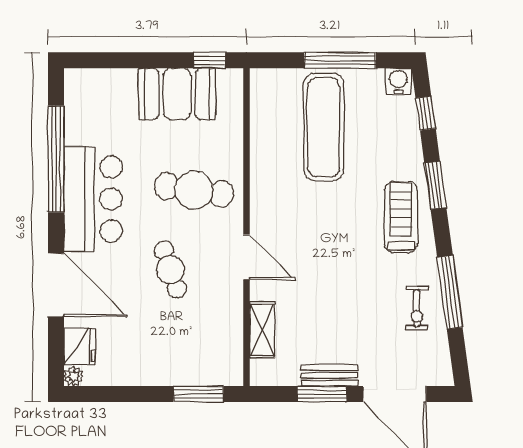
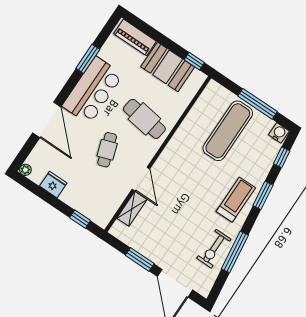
piano: (103, 83) -> (135, 37), added
window: (56, 159) -> (88, 59), width x0.47
door: (246, 257) -> (141, 179), moved
exercise bike: (417, 308) -> (214, 249), width x1.38, depth x1.39
fridge: (79, 346) -> (53, 185), moved, turned -90
bench: (329, 375) -> (149, 253), removed
window: (198, 394) -> (80, 219), width x0.67

